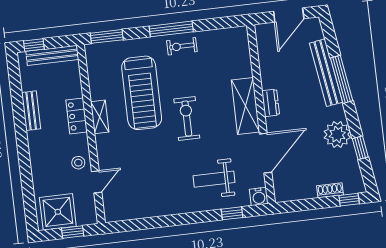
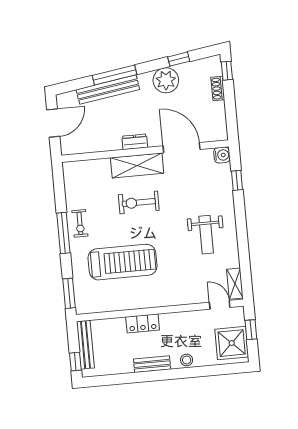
door: (289, 15) -> (53, 123), hinge flipped
bench: (31, 111) -> (152, 364), moved
shelving: (100, 117) -> (235, 284), moved, turned 90
exercise bike: (187, 119) -> (139, 202), moved
stool: (78, 163) -> (187, 360), moved
weight bench: (214, 179) -> (206, 235), moved
door: (97, 182) -> (220, 305), moved

